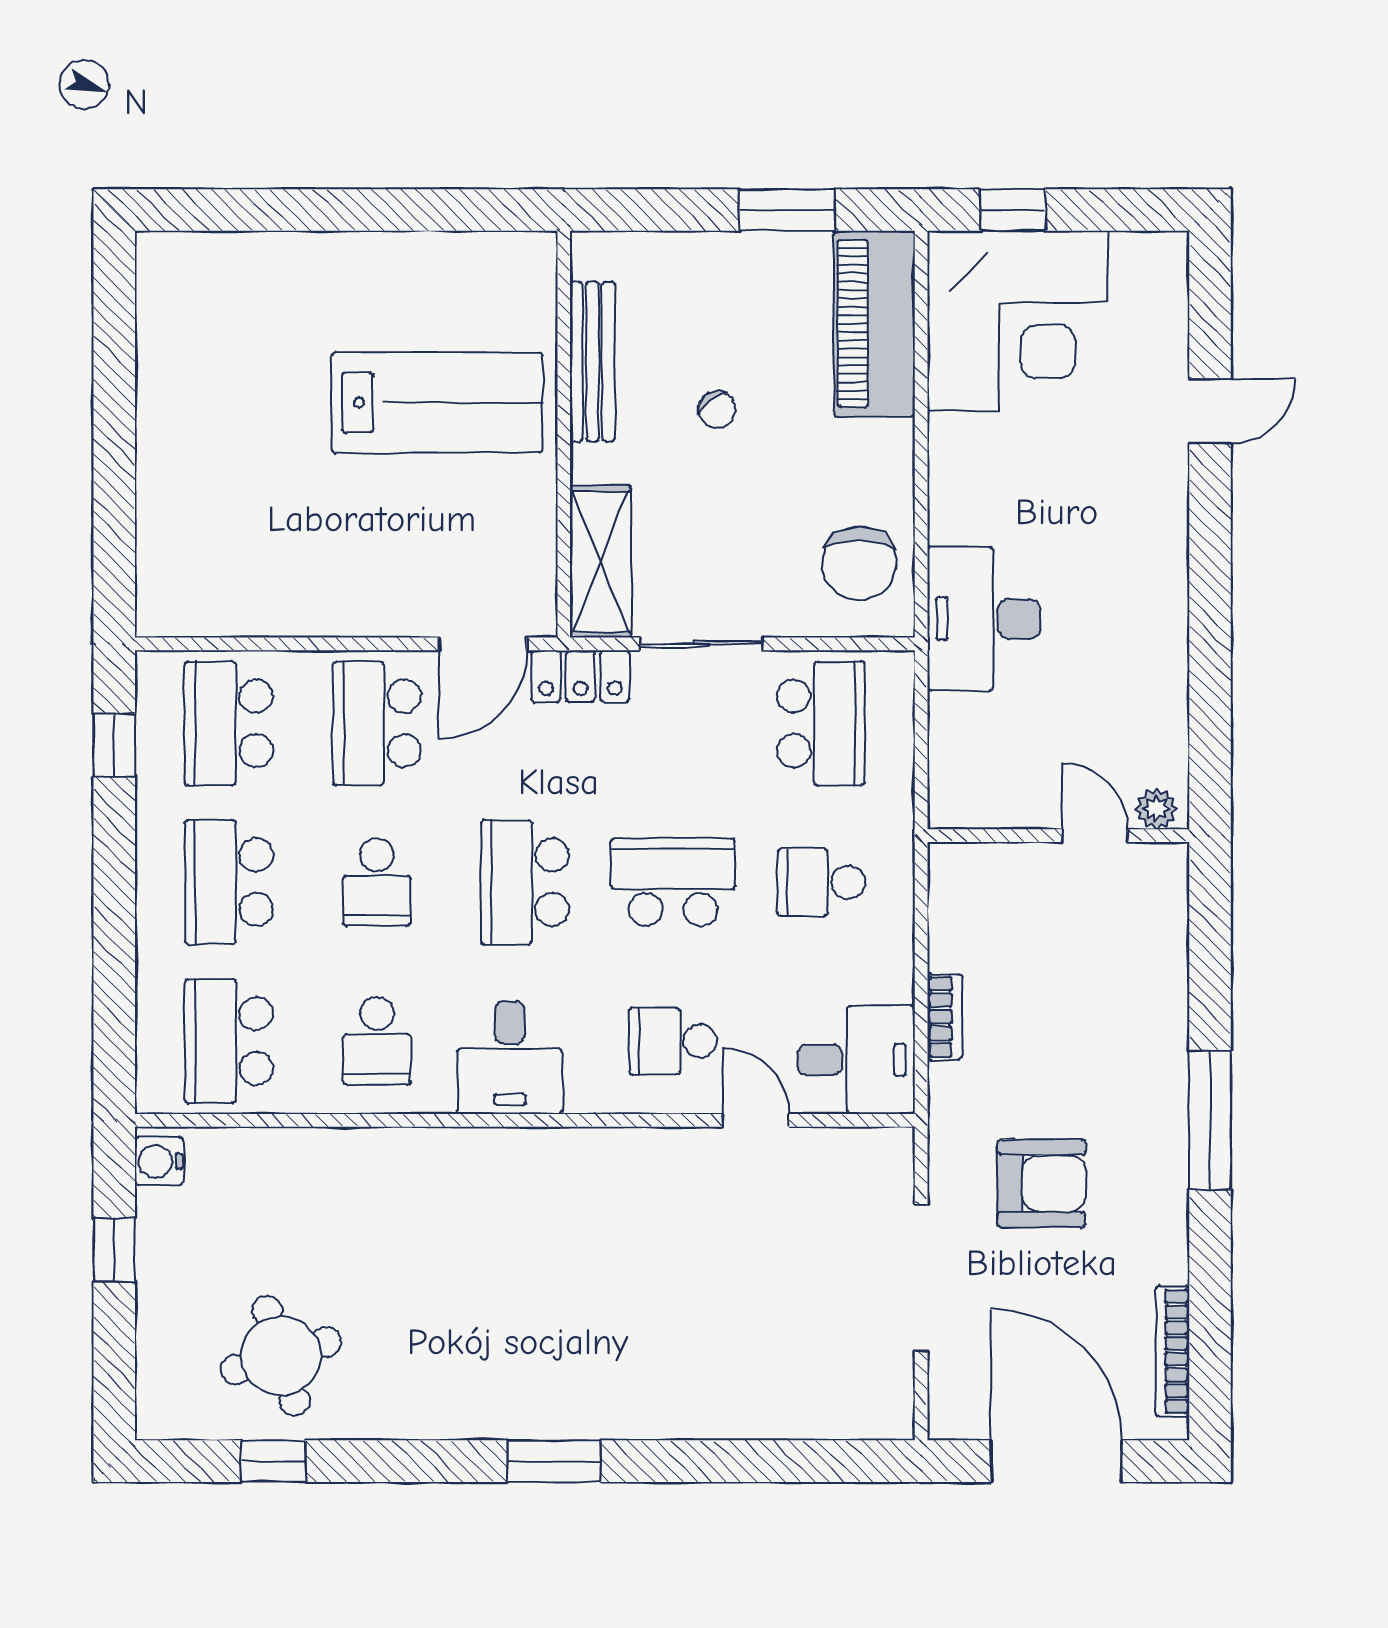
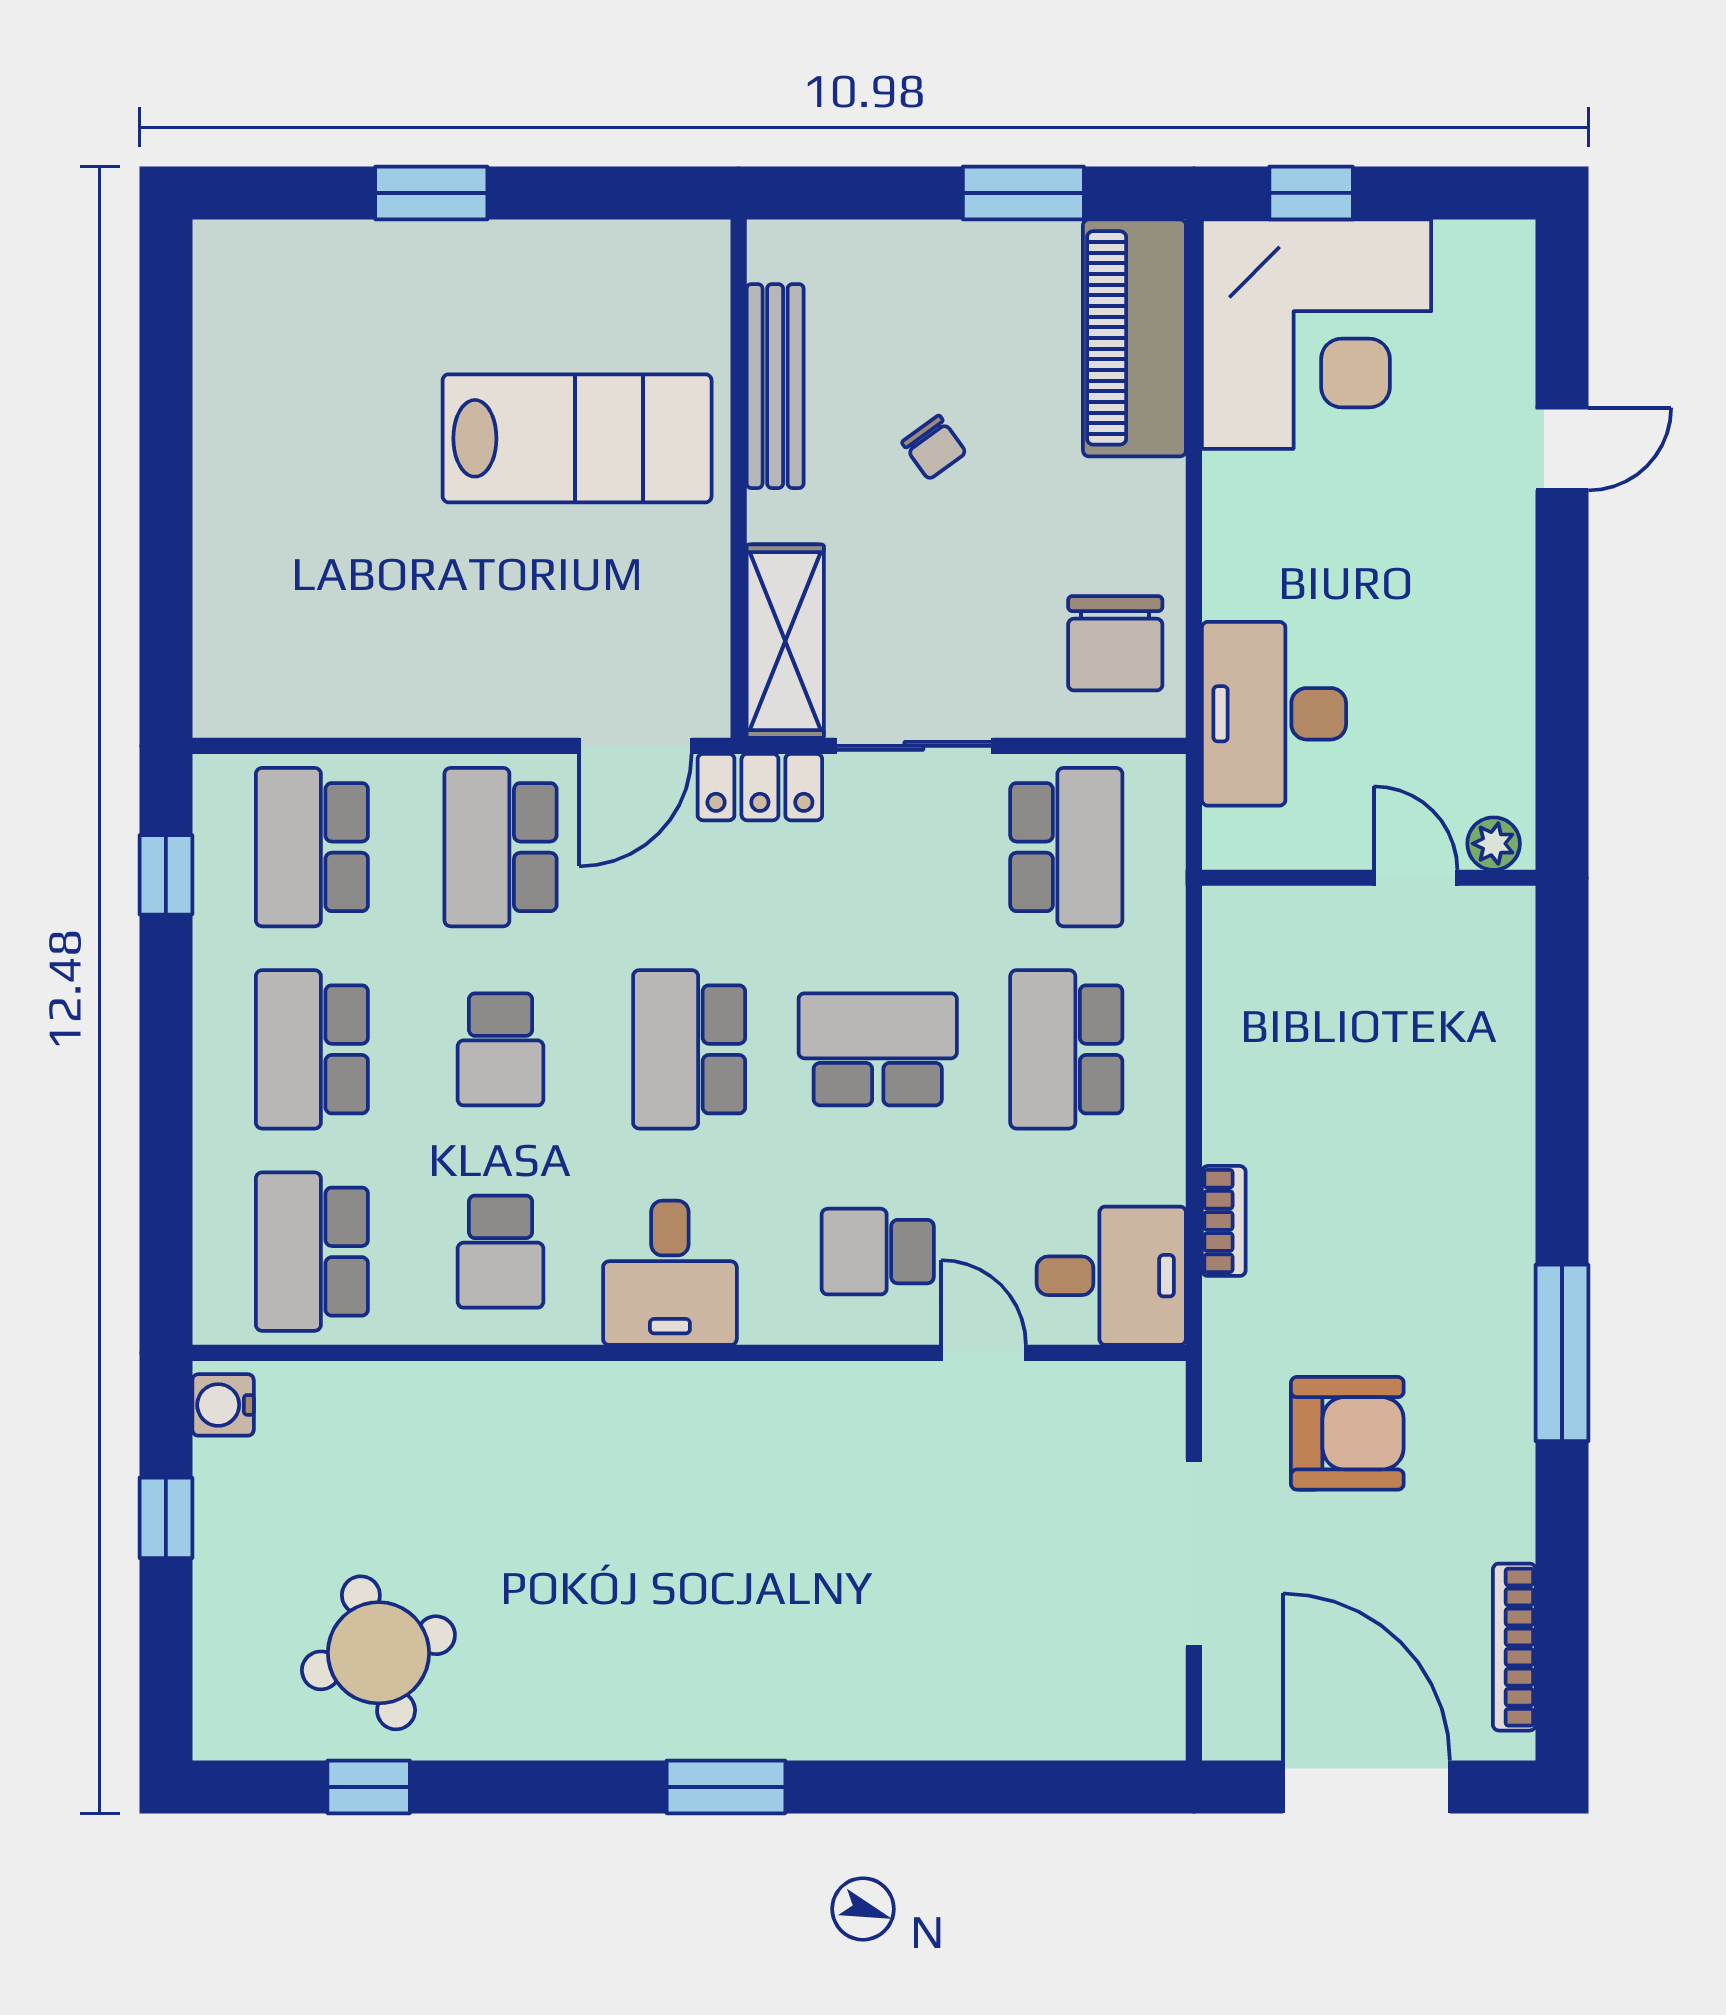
window: (323, 210) -> (431, 193), added
plant: (1156, 809) -> (1494, 844), moved
wall: (1058, 836) -> (1369, 878), moved
door: (1095, 836) -> (1415, 878), moved
school desk: (821, 882) -> (1066, 1049), width x1.85

